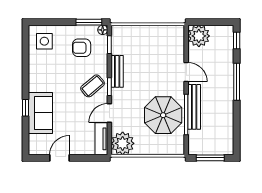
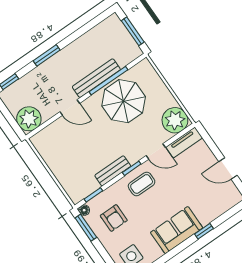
door: (186, 72) -> (70, 108), swing flipped
window: (237, 82) -> (47, 55), width x0.69
coffee table: (93, 86) -> (142, 184), turned -50
sofa: (40, 113) -> (177, 230), moved

